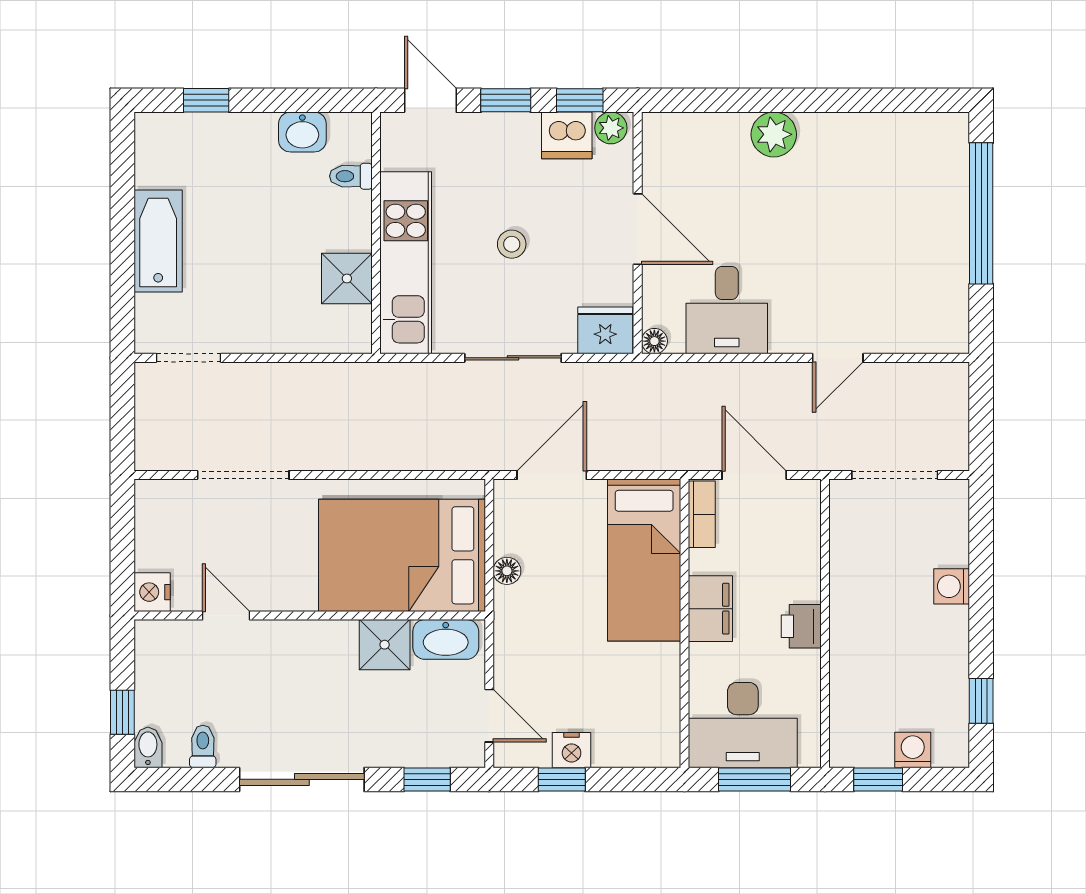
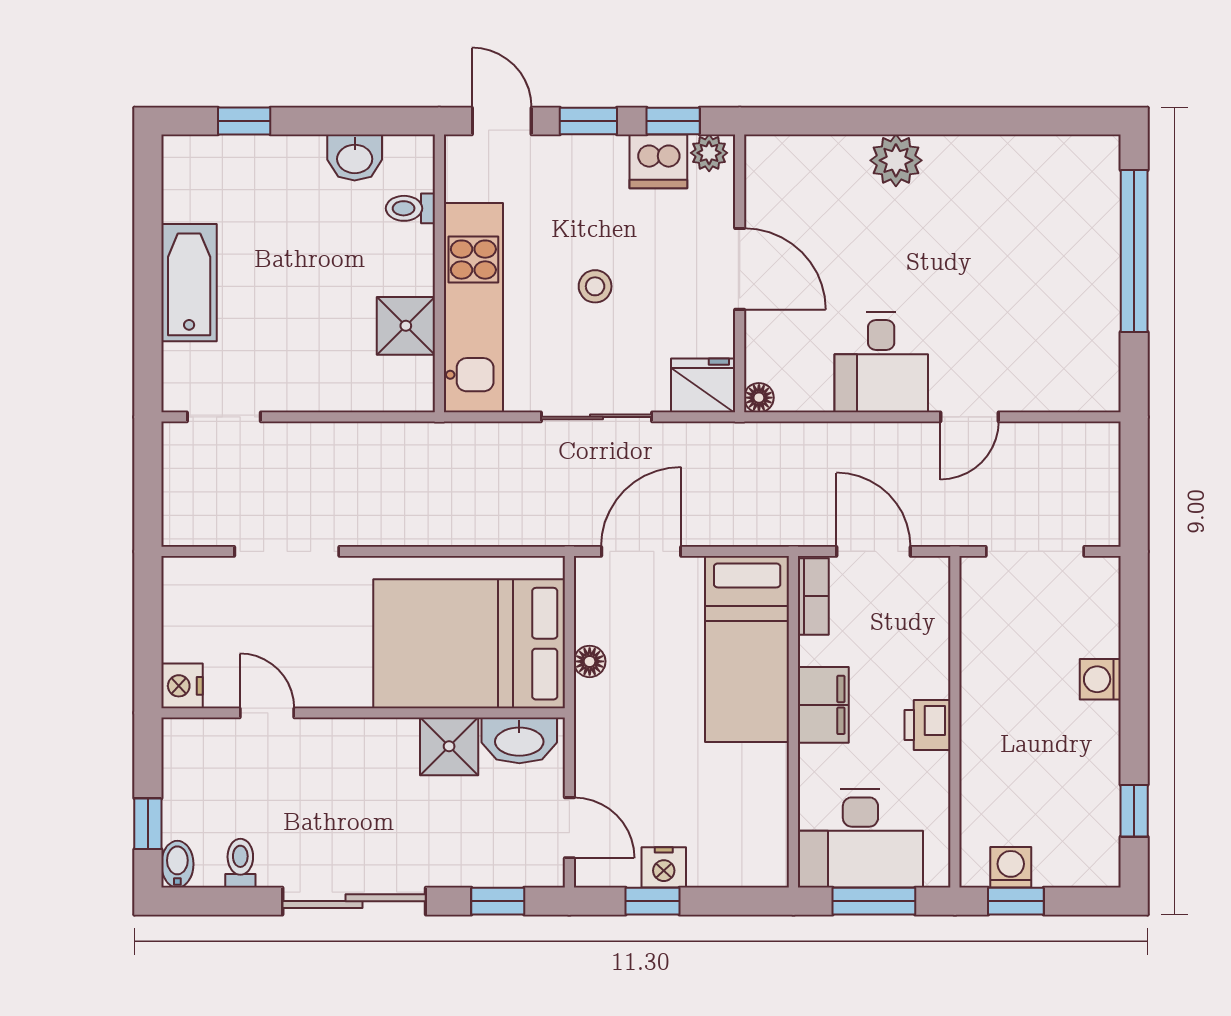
desk: (727, 310) -> (881, 362), moved
washing machine: (913, 750) -> (1011, 867), moved

